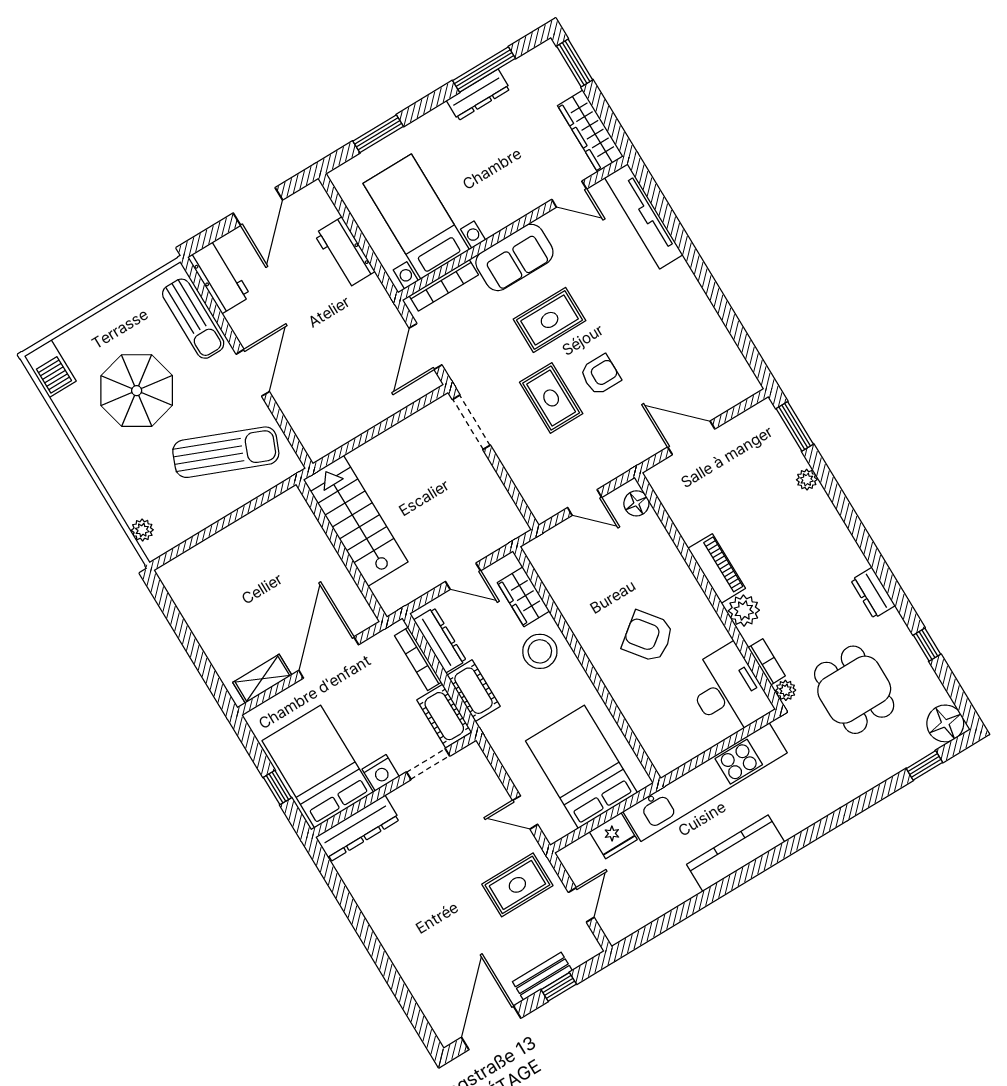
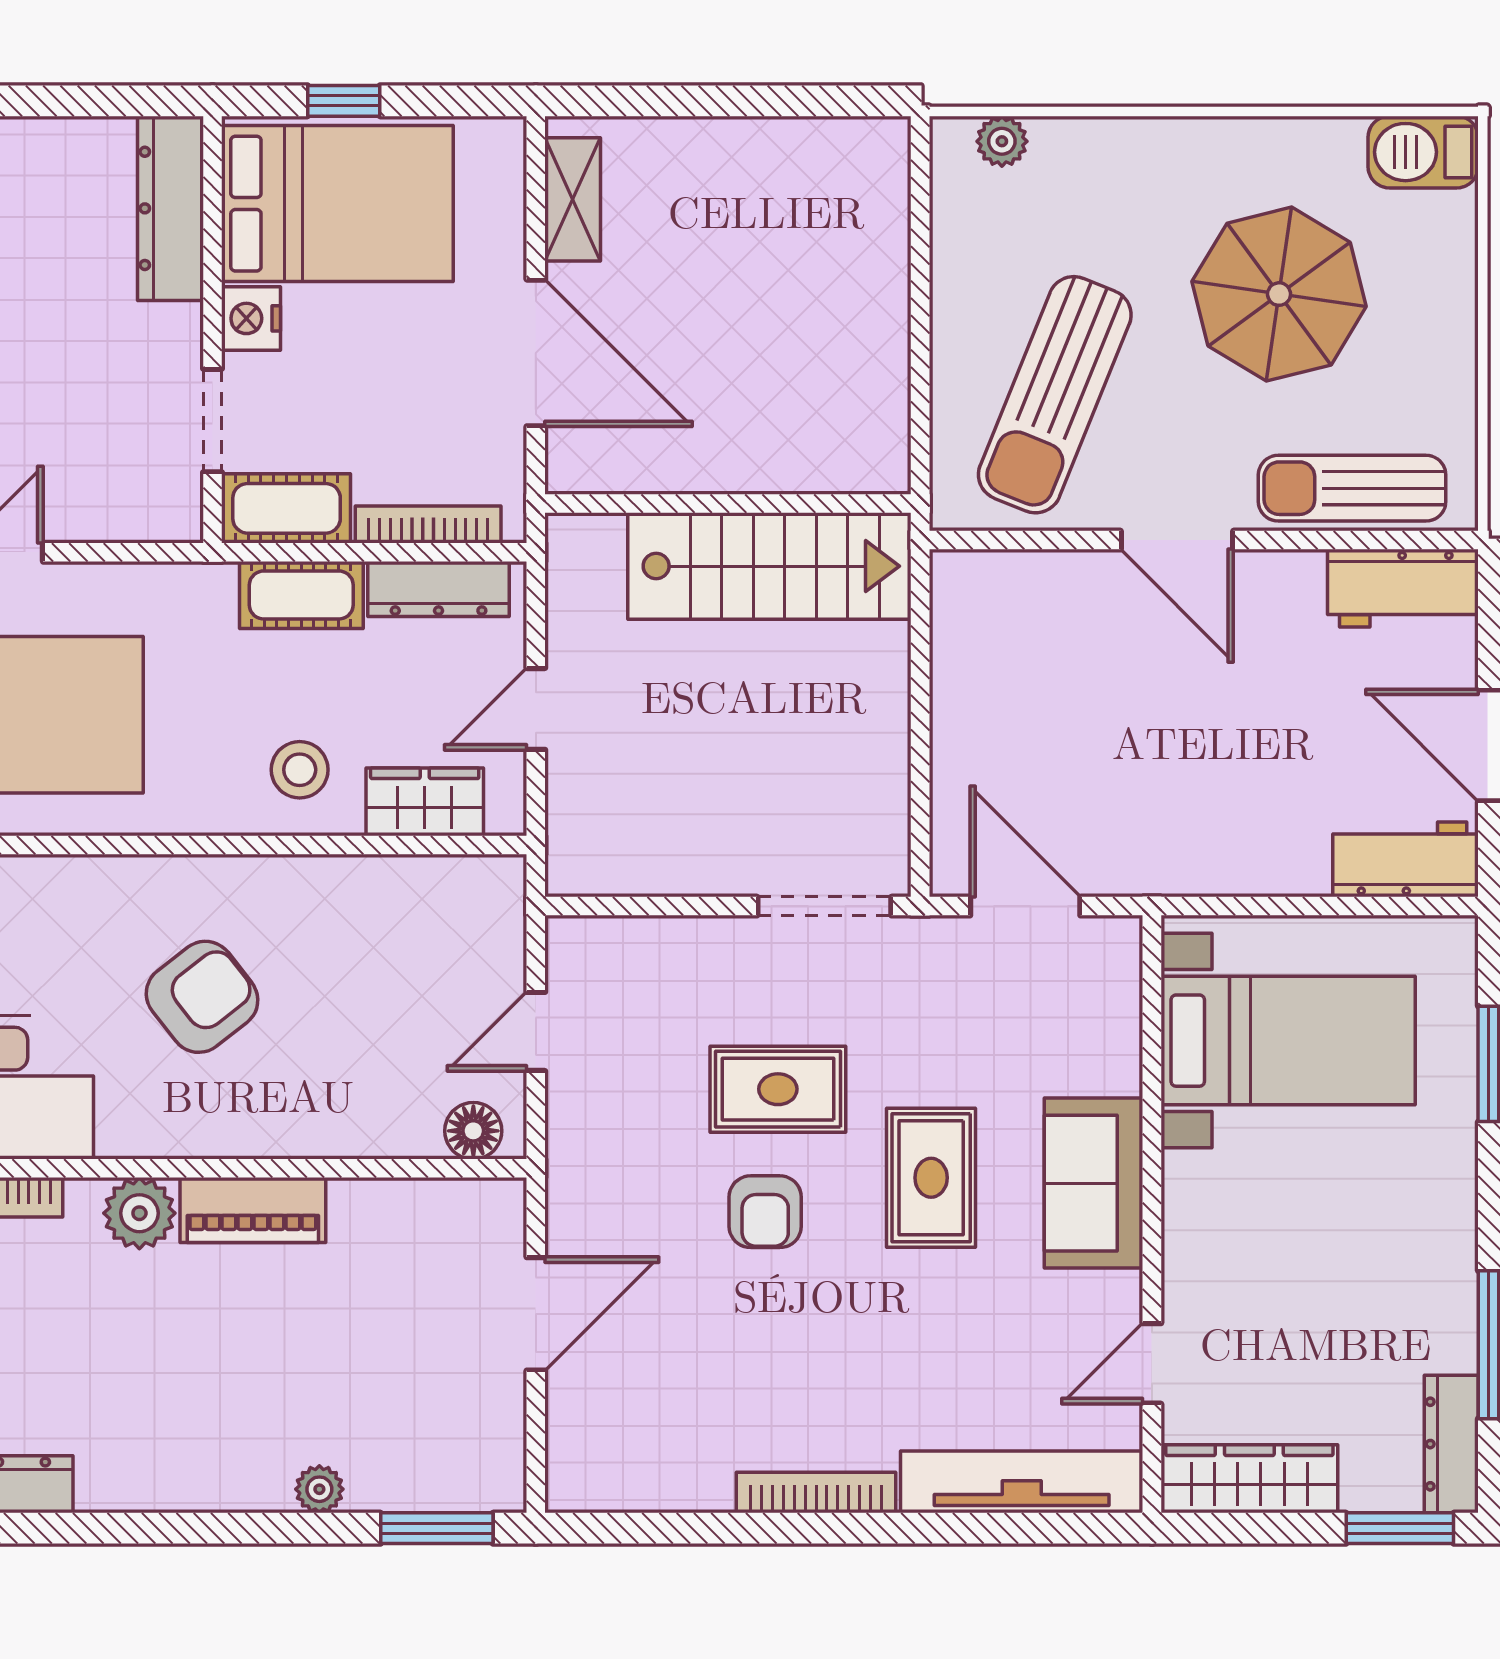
dresser: (478, 95) -> (1451, 1444), moved
workbench: (345, 253) -> (1406, 859), moved
bookcase: (444, 285) -> (816, 1493), moved, turned 90
stool: (540, 651) -> (300, 770), width x0.73, depth x0.73

